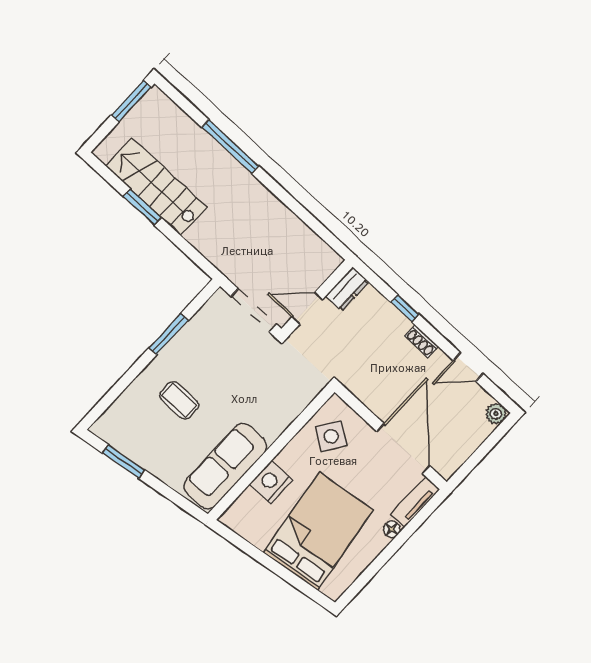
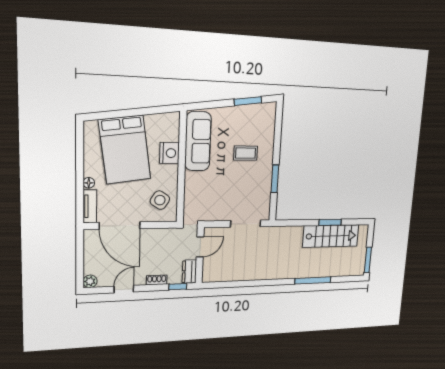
dresser: (347, 289) -> (189, 272), moved
wall: (317, 298) -> (200, 255), moved
door: (307, 308) -> (200, 247), moved

